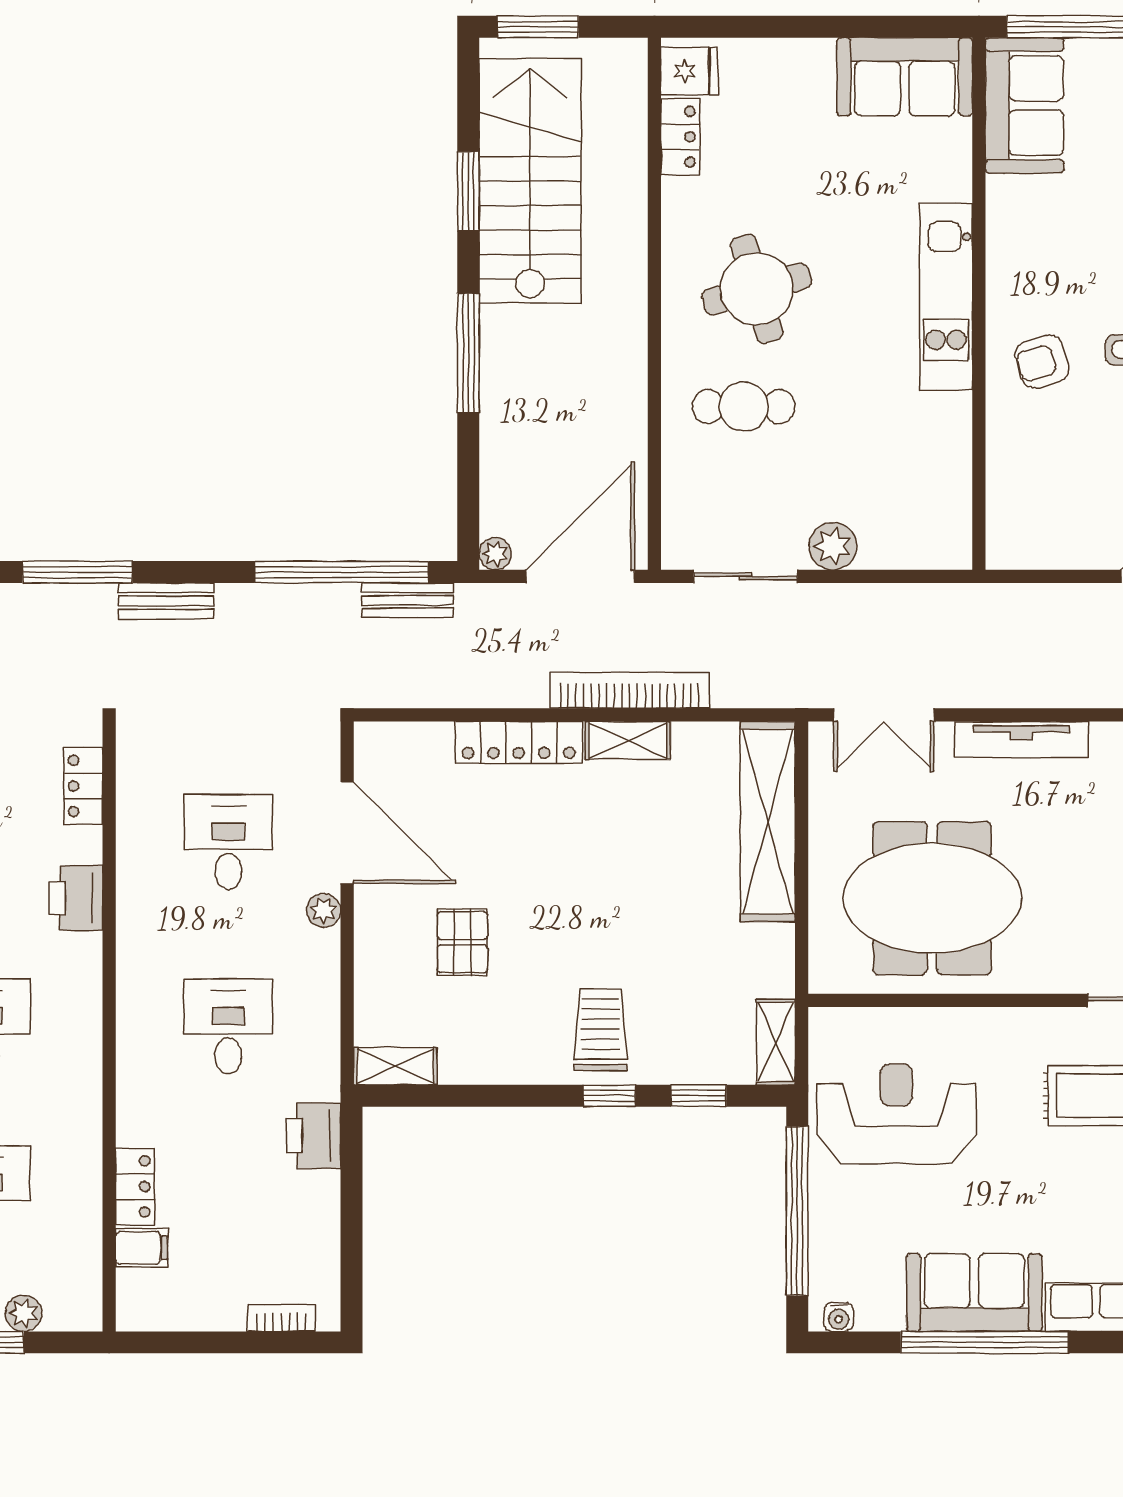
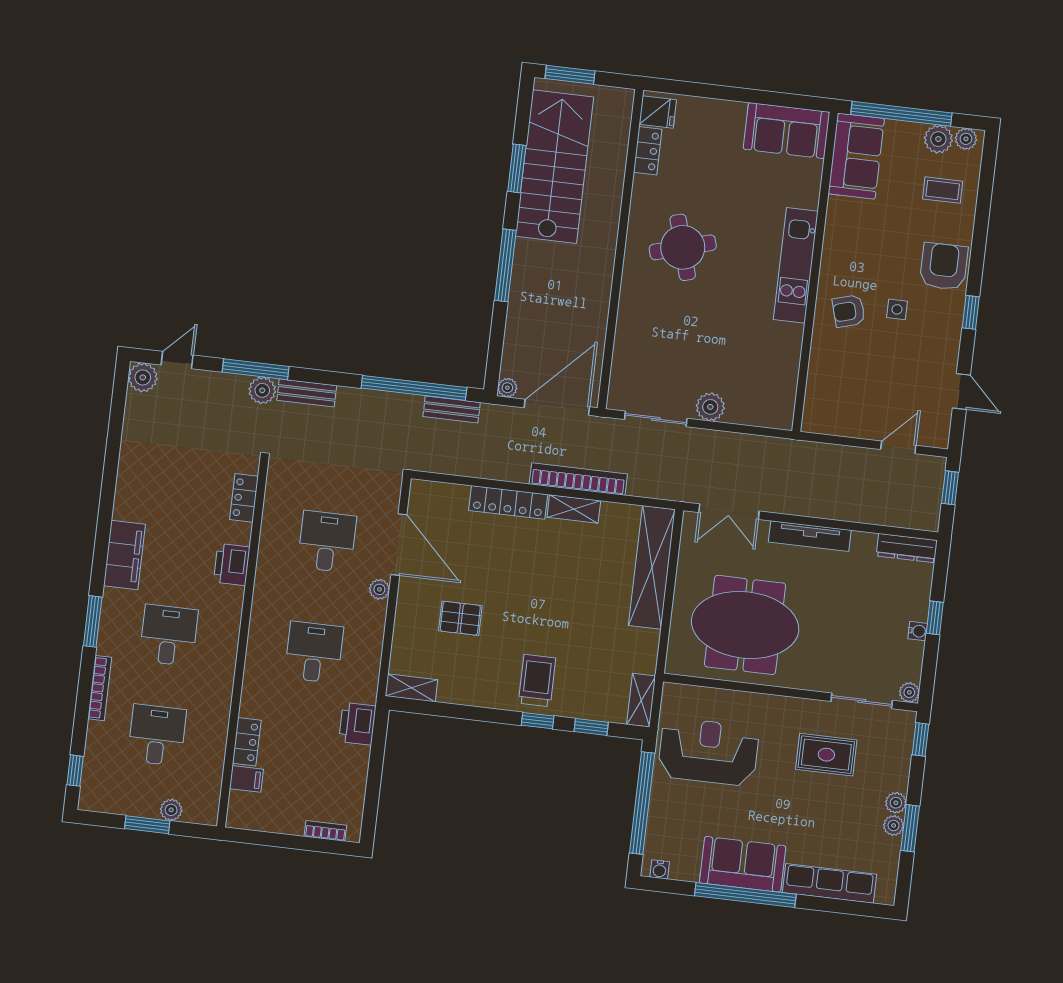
cafe table: (744, 406) -> (667, 317), removed
plant: (92, 605) -> (262, 390), added
pallet: (462, 942) -> (460, 618), turned 90

